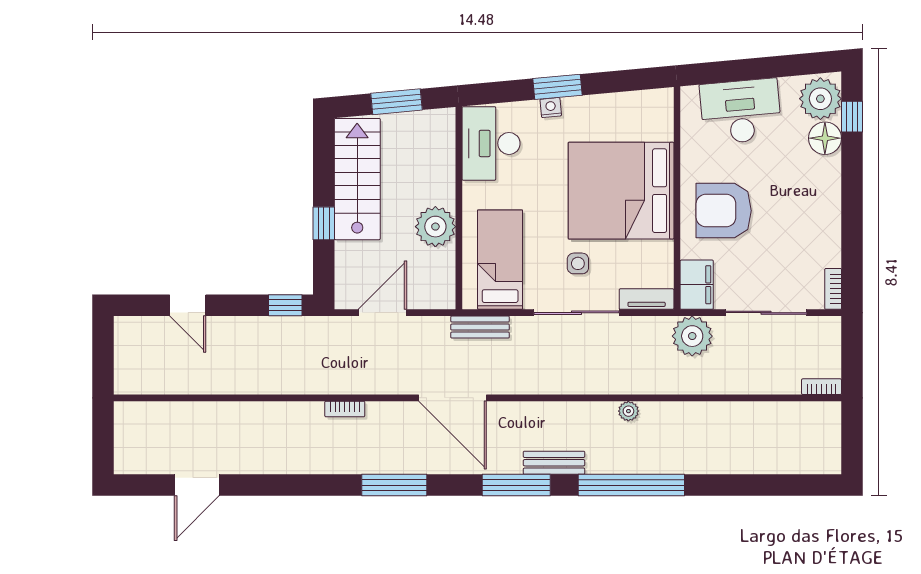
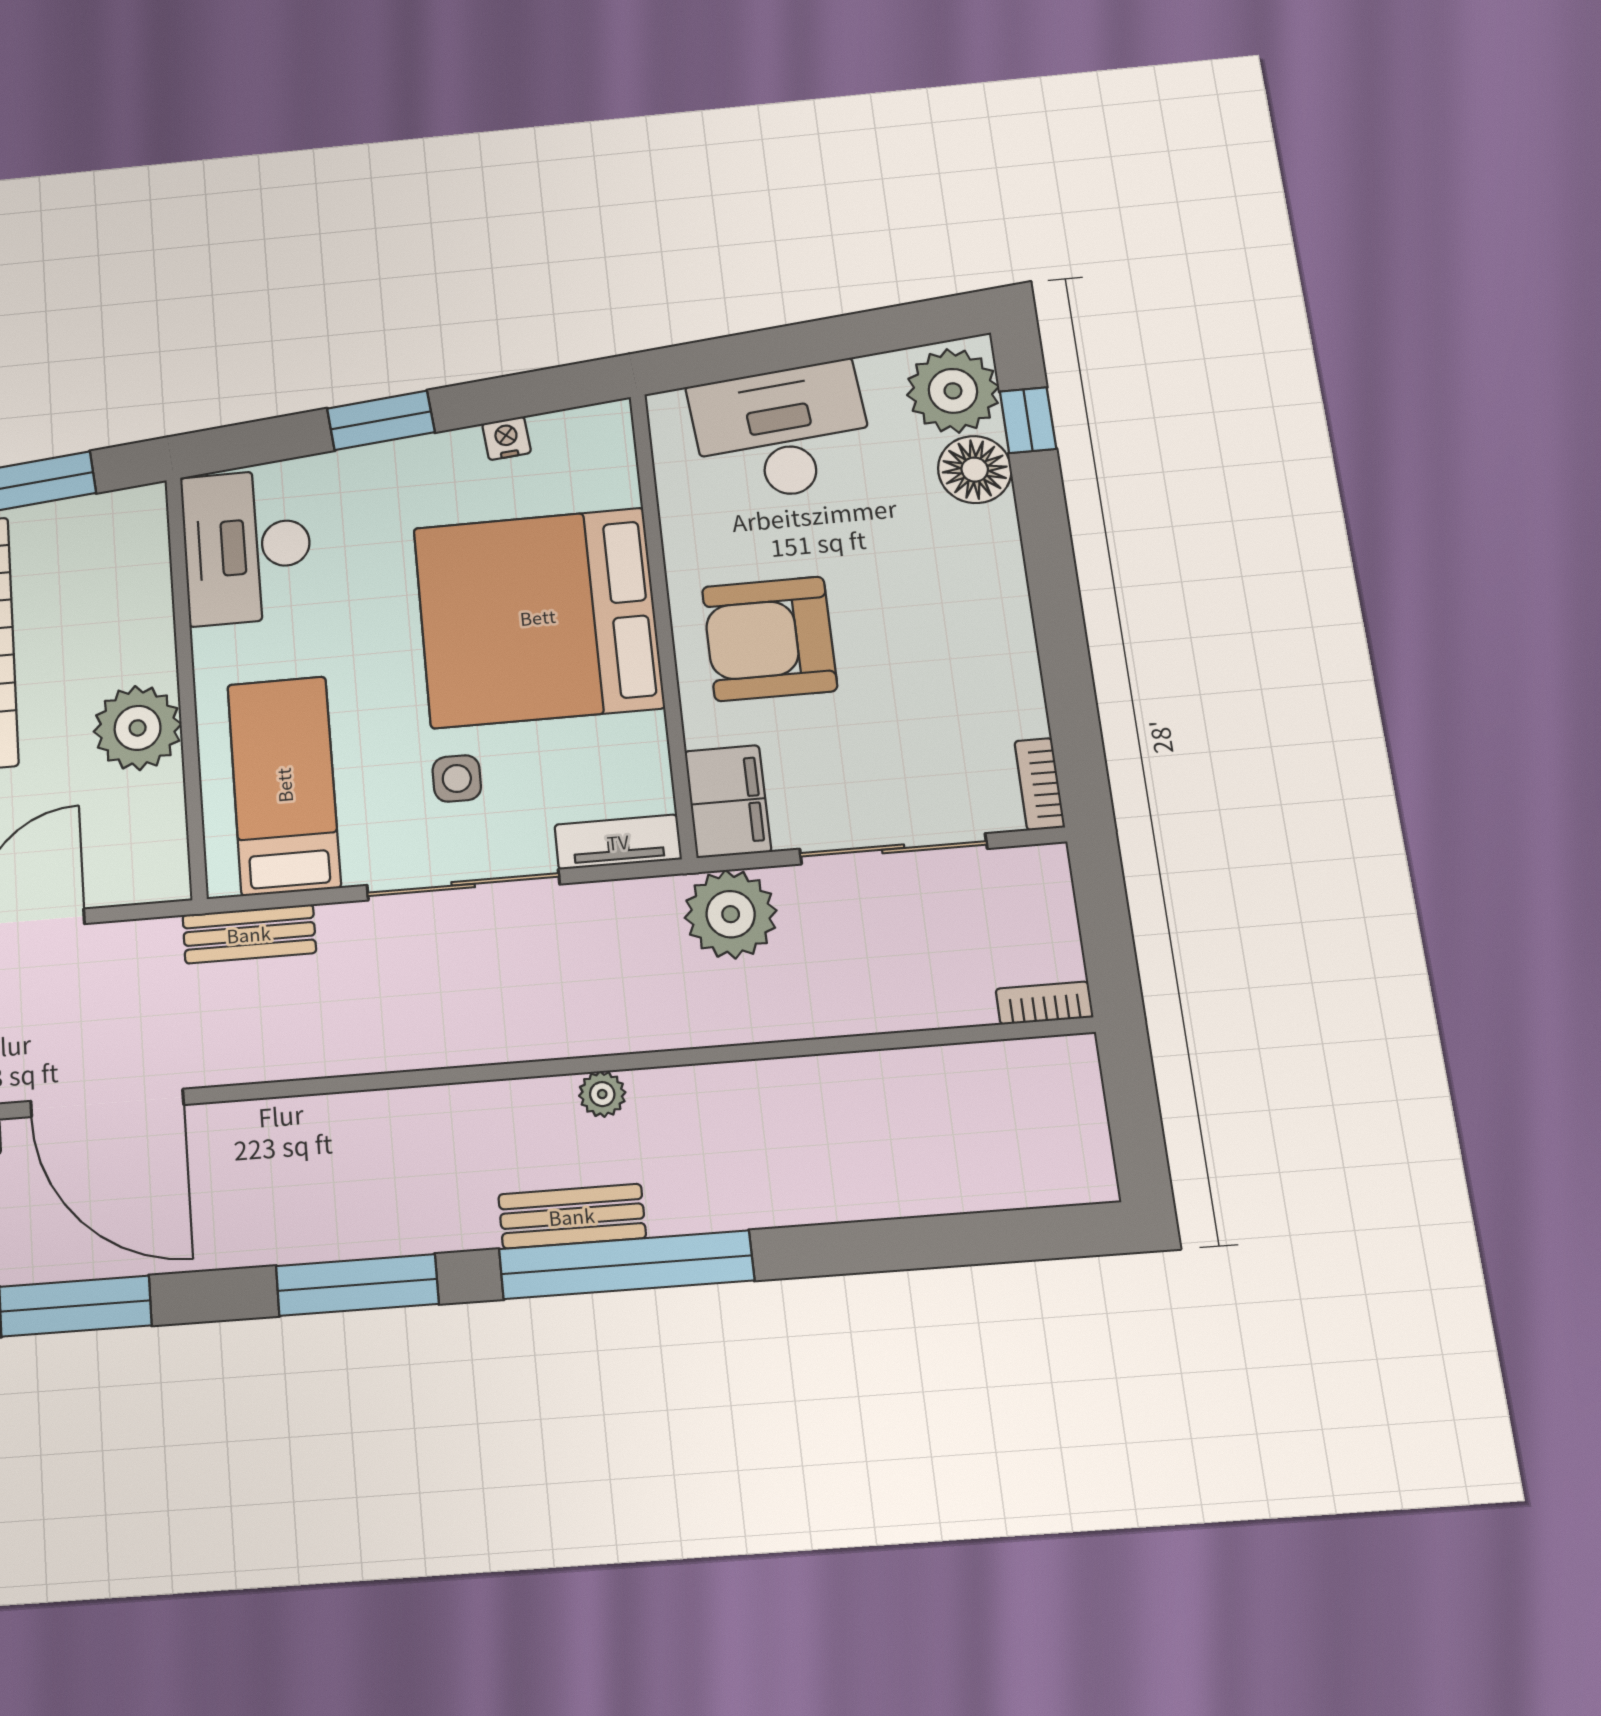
nightstand: (551, 108) -> (507, 438), moved
door: (453, 398) -> (107, 1103), moved
bench: (554, 463) -> (572, 1216), moved

